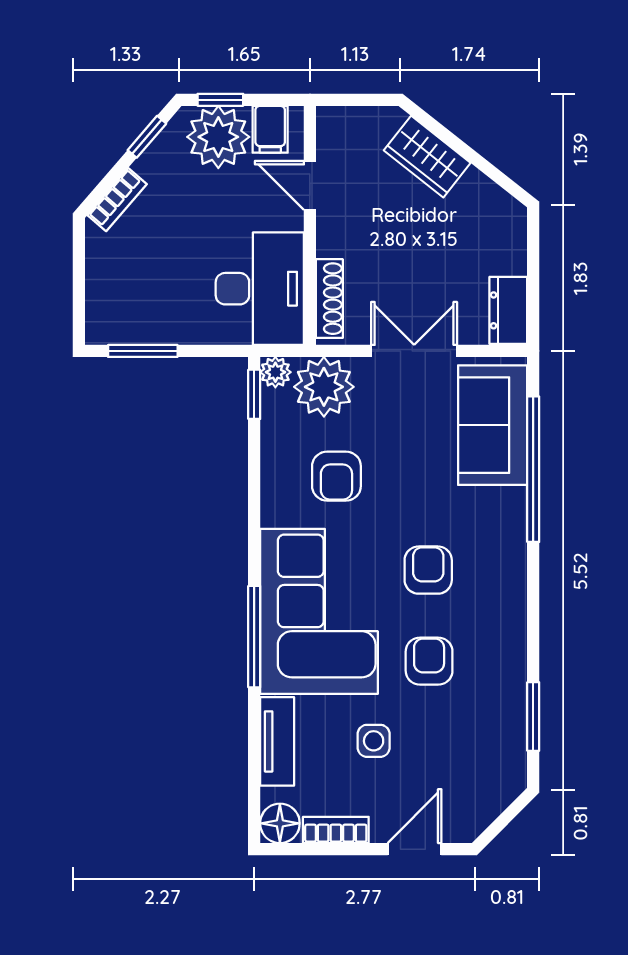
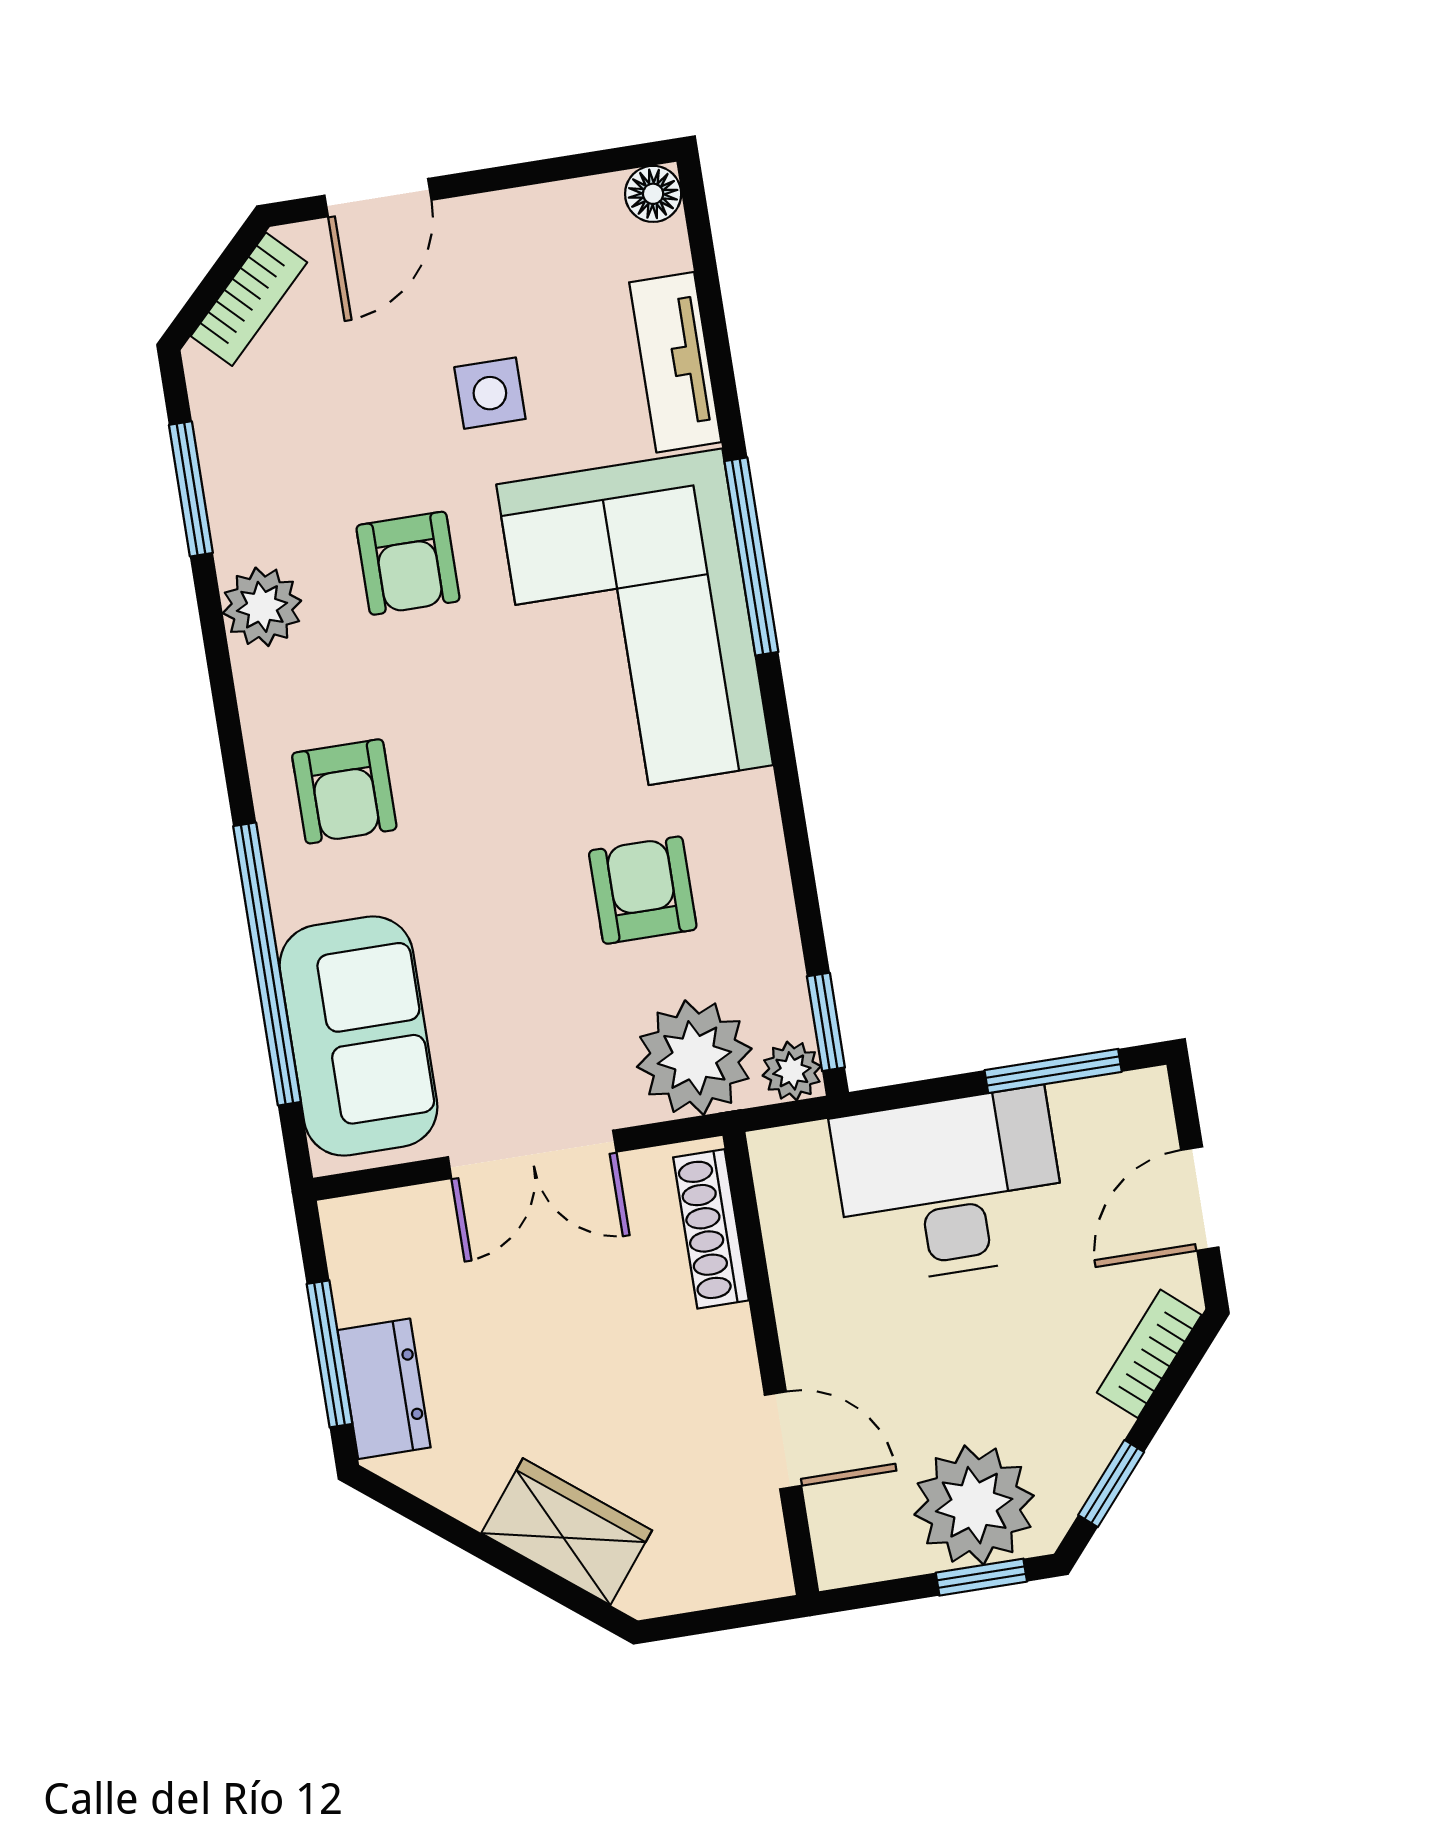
filing cabinet: (270, 129) -> (877, 1536), removed
window: (533, 266) -> (329, 1354), added
door: (79, 274) -> (1200, 1199), added
desk: (260, 289) -> (950, 1186), moved, turned 90
dresser: (508, 310) -> (384, 1389), moved
armchair: (428, 570) -> (344, 791), moved
plant: (507, 651) -> (262, 607), added
floor lamp: (280, 823) -> (653, 194), width x0.73, depth x0.73
bookcase: (336, 830) -> (249, 299), moved, turned -45

